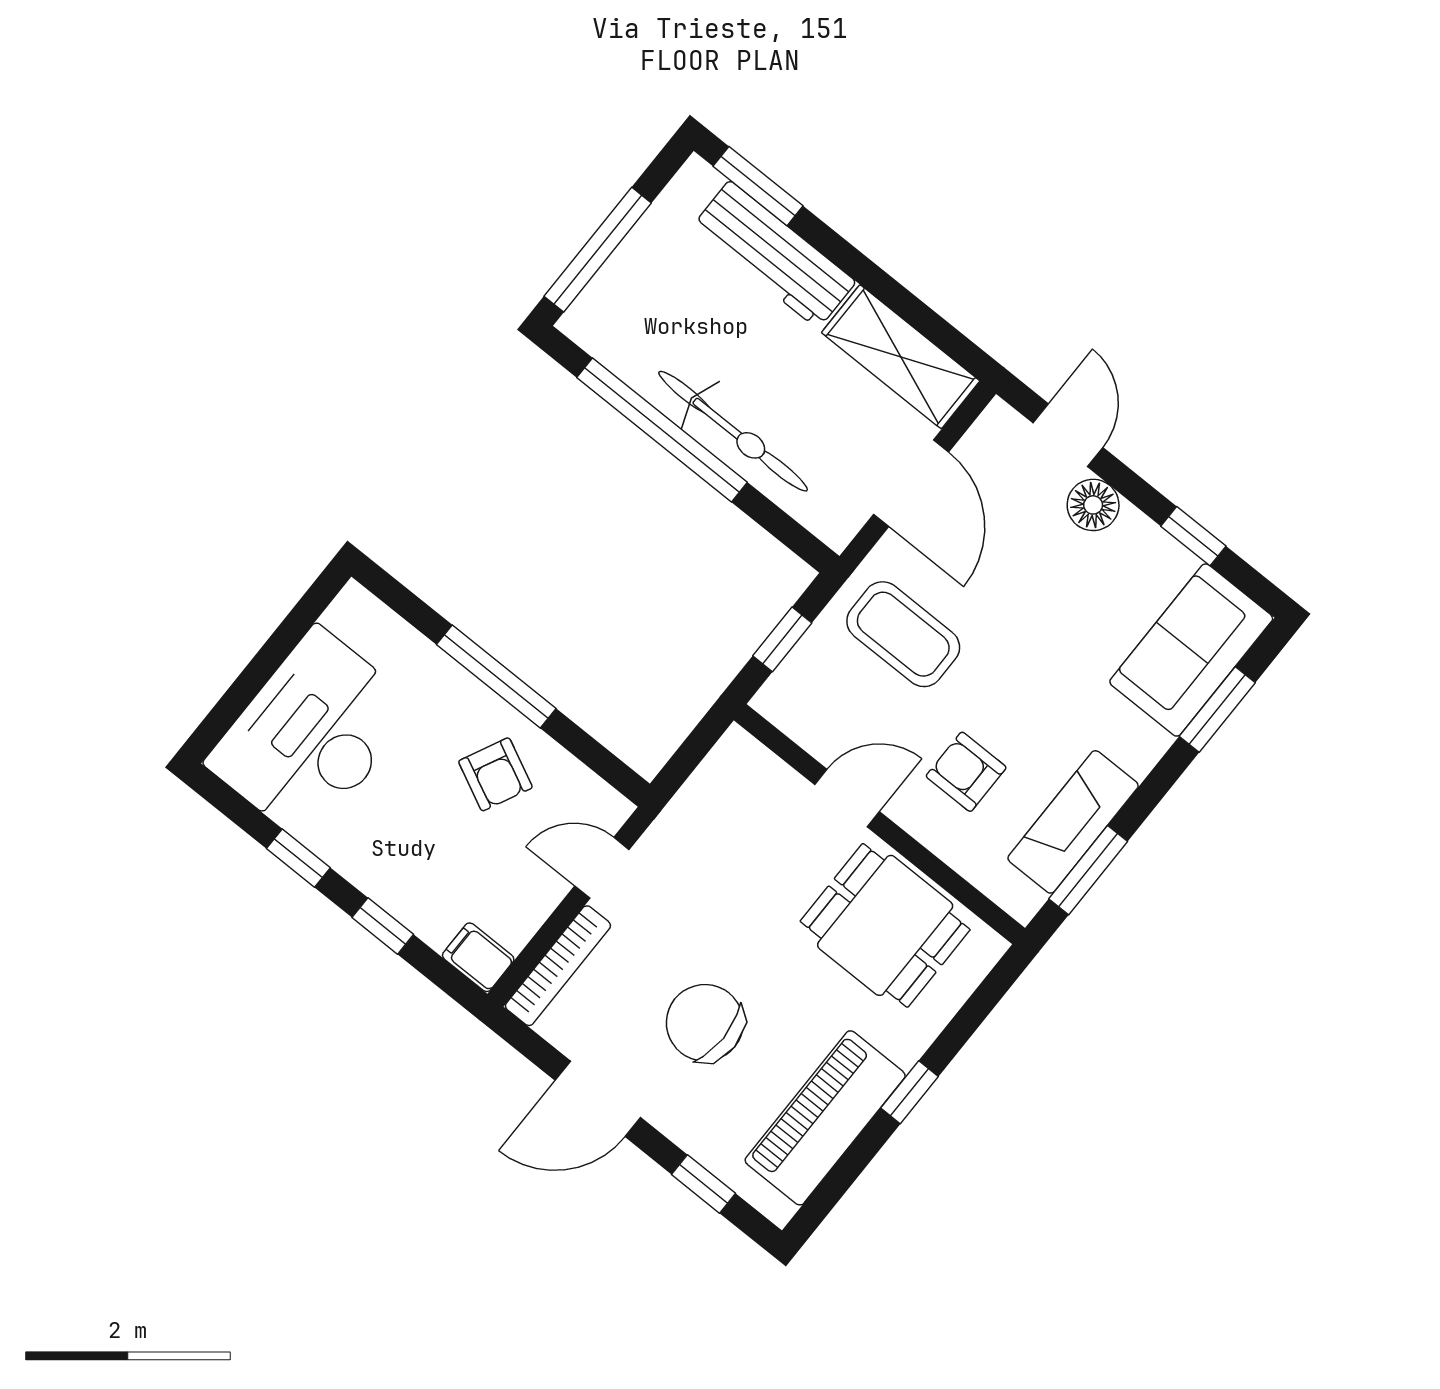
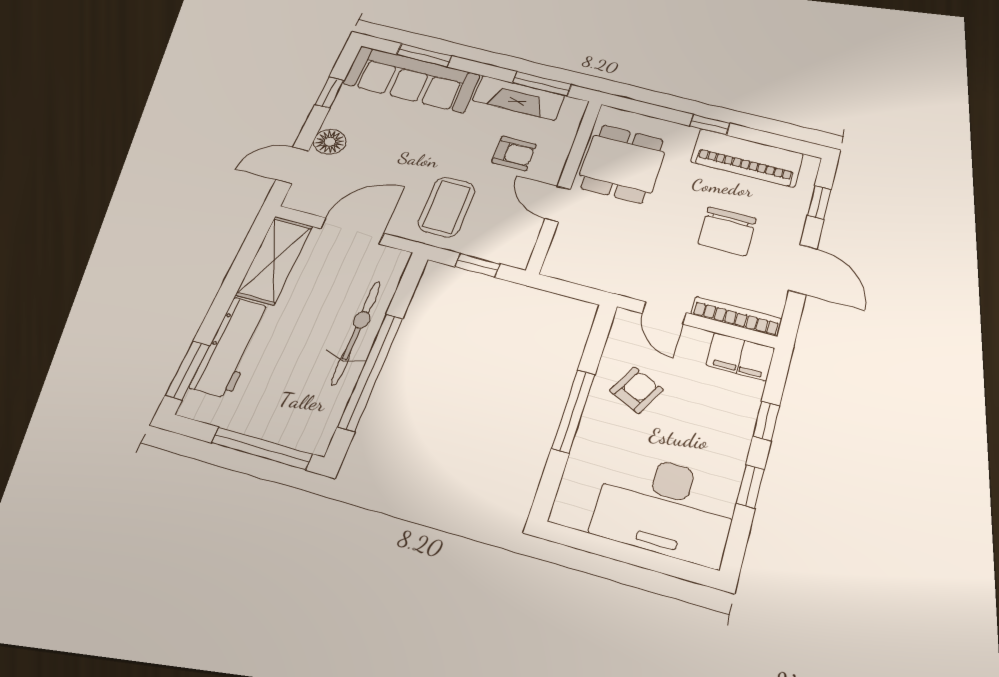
sofa: (1191, 650) -> (412, 79), width x1.36
armchair: (966, 772) -> (514, 153), turned -90
filing cabinet: (478, 957) -> (740, 357), width x2.00

